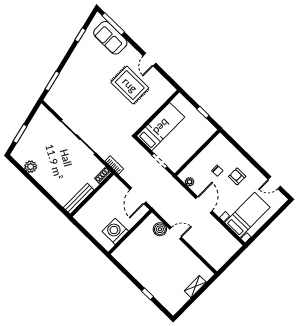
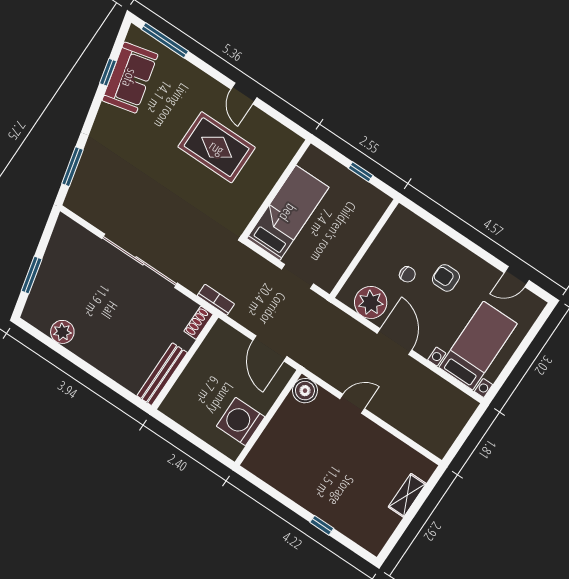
sofa: (110, 38) -> (130, 78), moved, turned -103
plant: (190, 182) -> (371, 302), width x1.87, depth x1.87
boiler: (160, 229) -> (305, 391), moved

